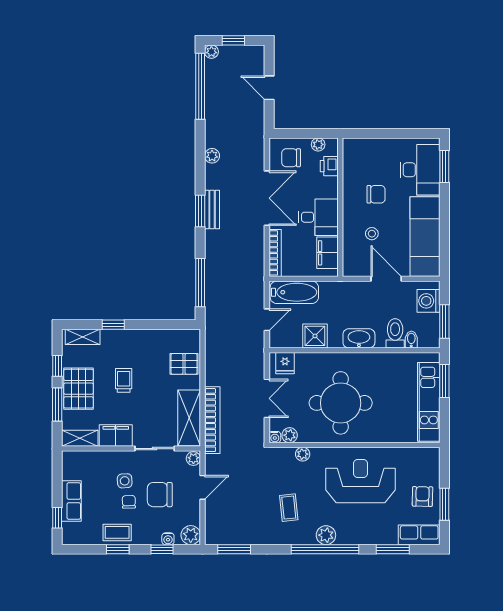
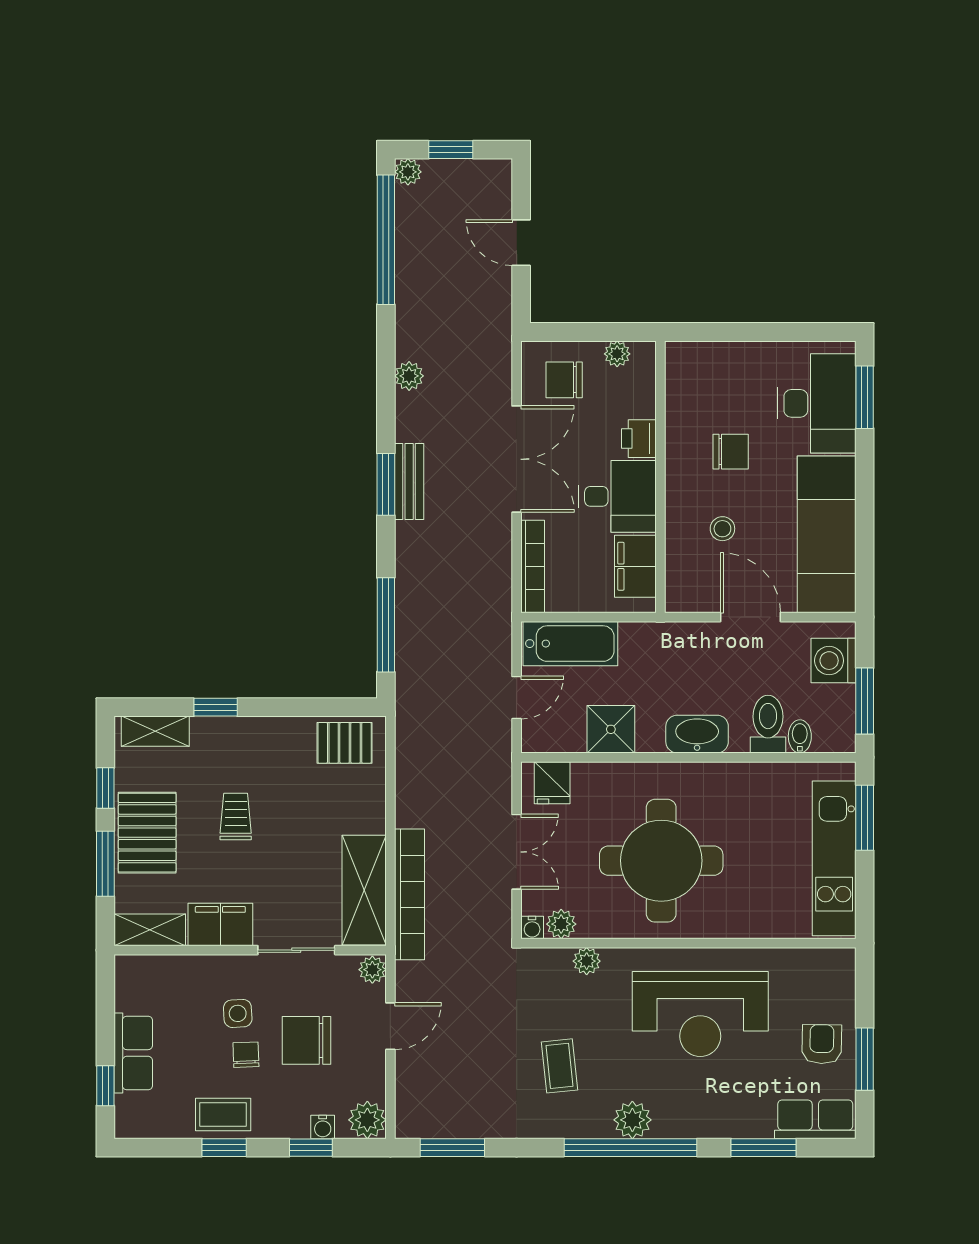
printer: (329, 166) -> (639, 439), moved
pallet: (184, 364) -> (345, 743), moved
reception desk: (361, 481) -> (700, 1014), turned 180

